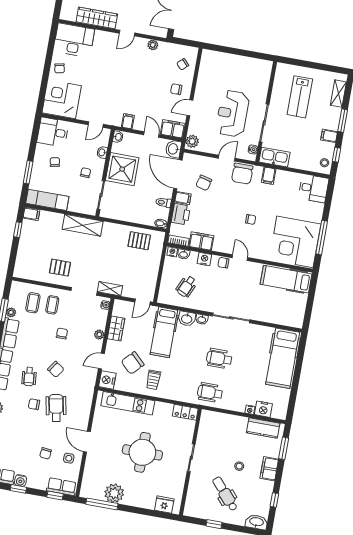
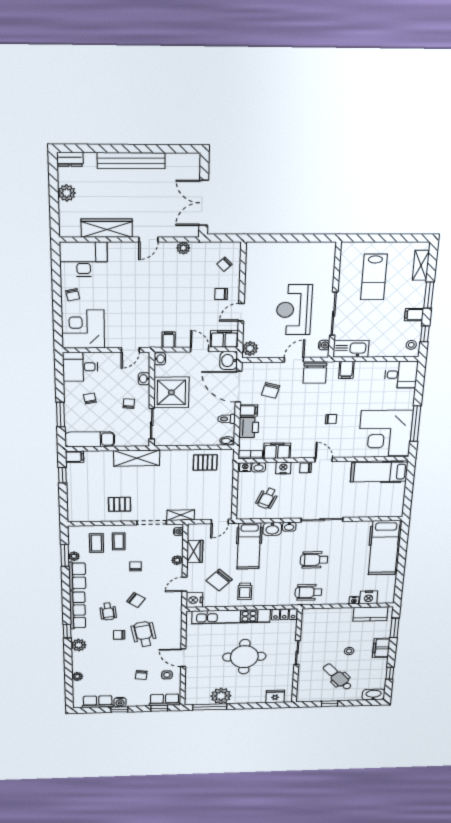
kitchen unit: (128, 403) -> (231, 617), width x1.36

